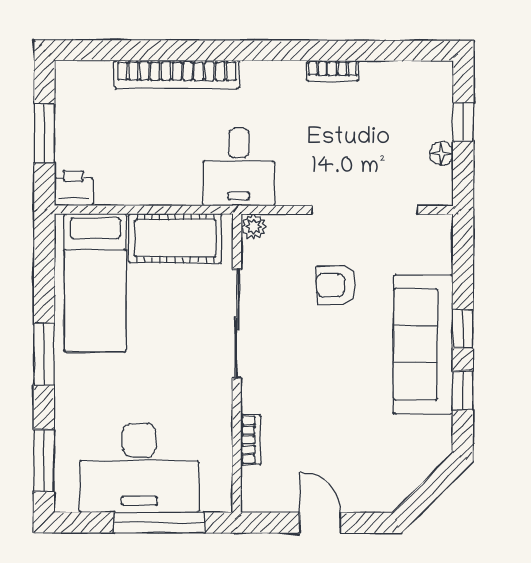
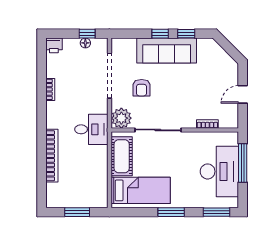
window: (463, 122) -> (87, 34), moved
printer: (73, 188) -> (54, 45), moved, turned -90
plant: (254, 227) -> (121, 118), width x1.88, depth x1.88

